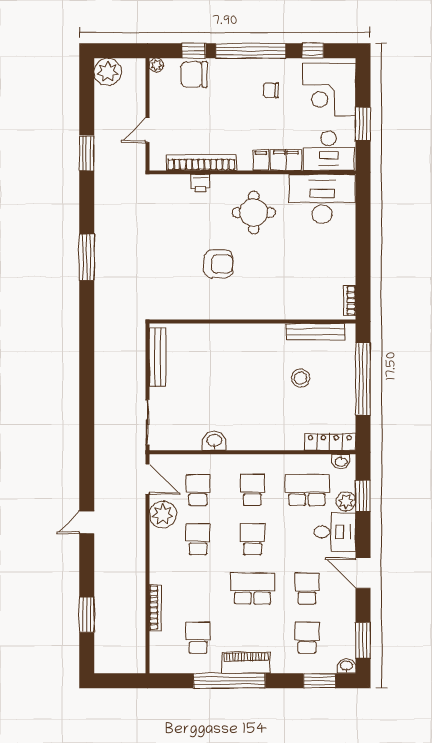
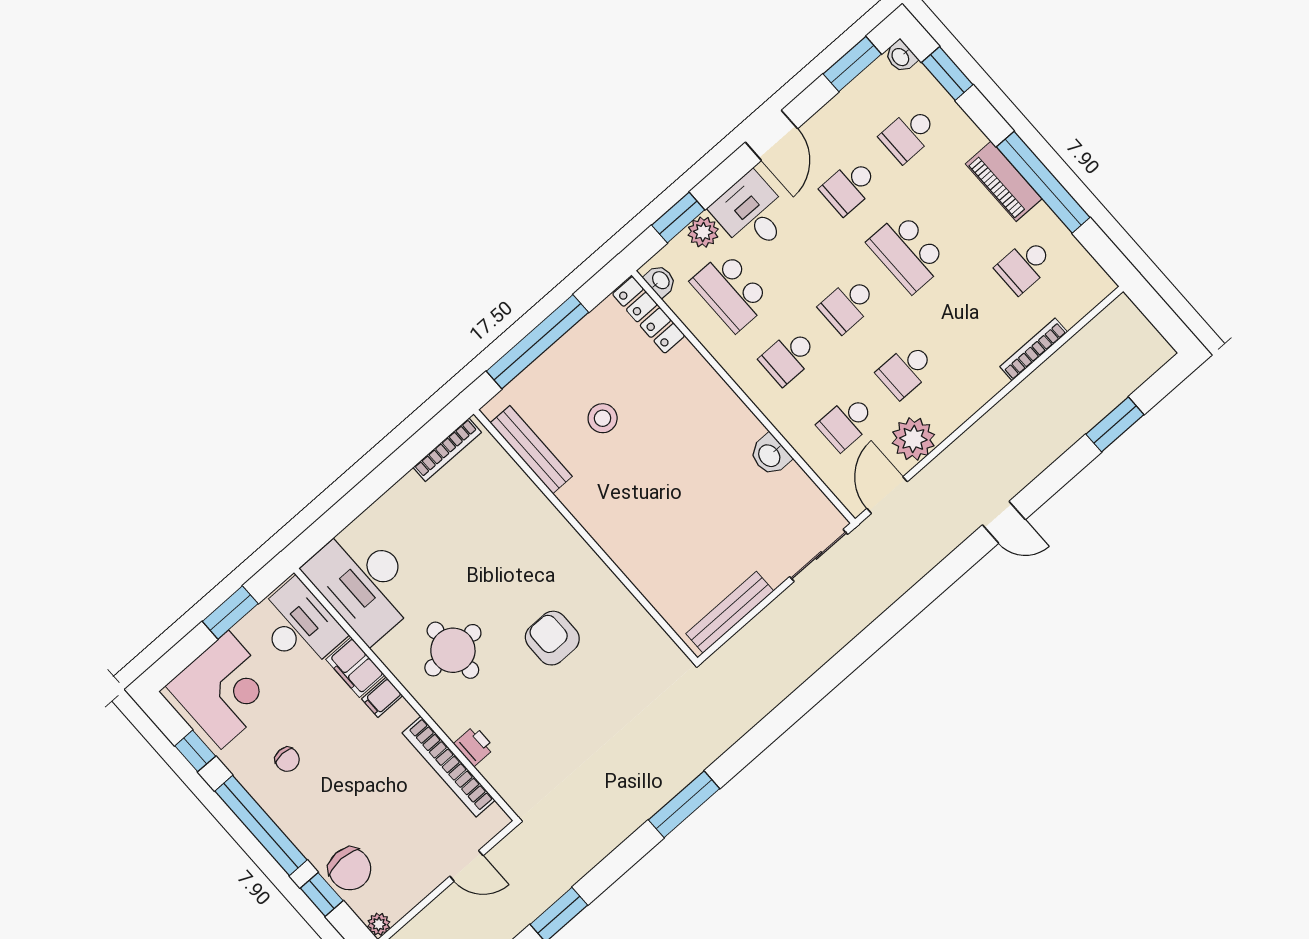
bookcase: (350, 301) -> (447, 450), width x1.56

